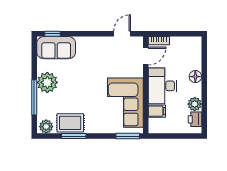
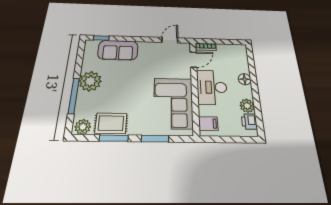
sofa: (56, 48) -> (118, 50), moved
filing cabinet: (157, 111) -> (208, 124), moved
window: (128, 136) -> (155, 139), moved

